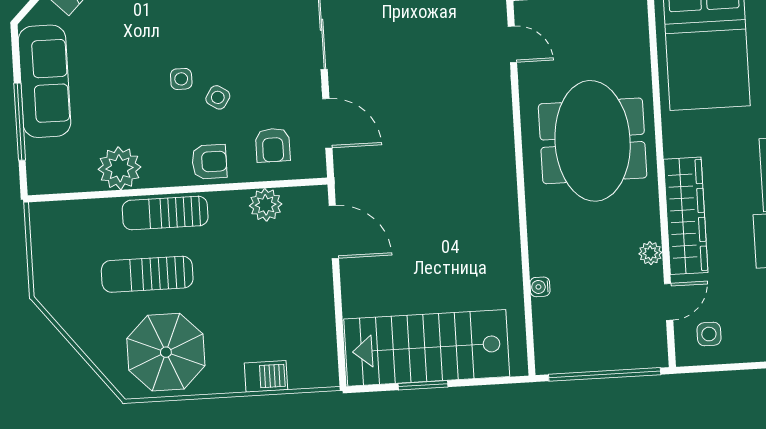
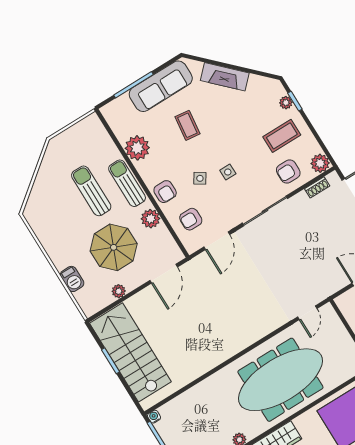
coffee table: (127, 73) -> (187, 125), added
side table: (181, 79) -> (228, 172), moved
meeting table: (593, 141) -> (280, 380), width x1.36
plant: (266, 205) -> (151, 219), moved
water cooler: (540, 287) -> (154, 417), moved
plant: (323, 315) -> (119, 291), added
parasol: (166, 352) -> (114, 247), moved

